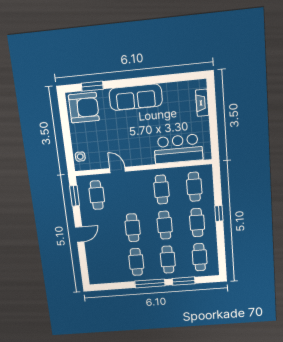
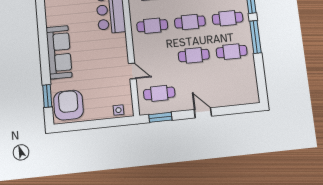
door: (118, 170) -> (132, 71), swing flipped

